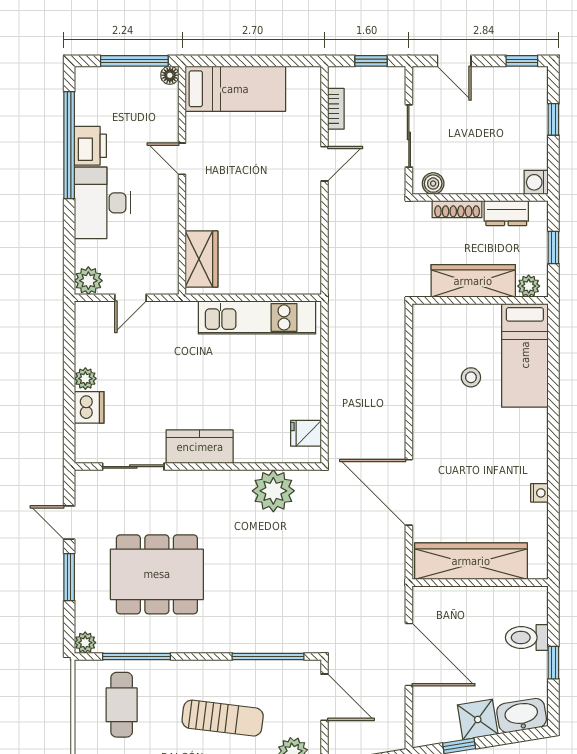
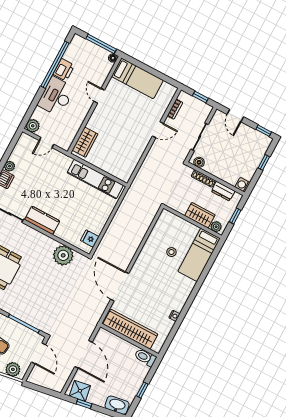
wardrobe: (473, 281) -> (200, 215), width x0.67
toilet: (527, 638) -> (145, 357), moved
shower: (478, 719) -> (80, 391), moved

